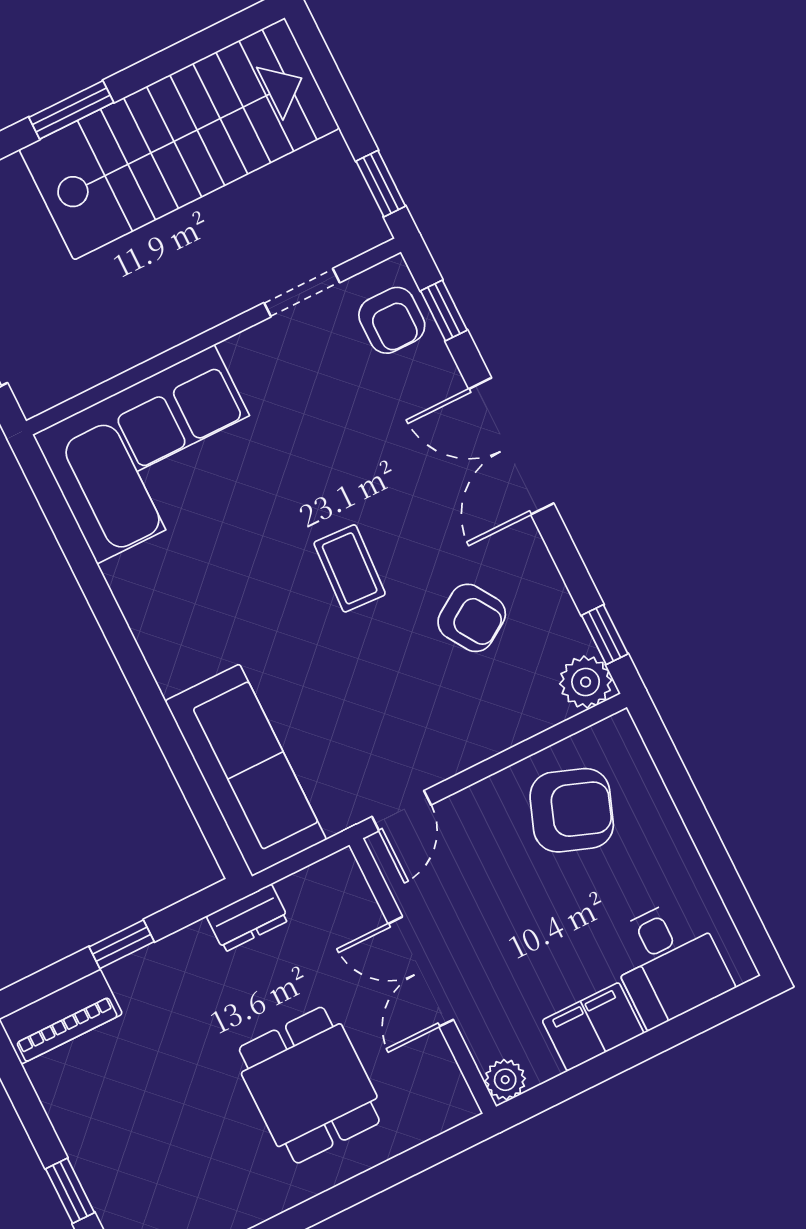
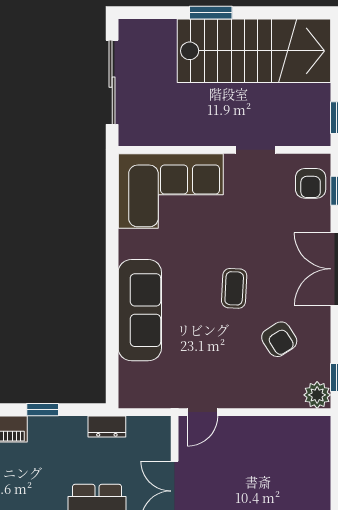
doorway: (302, 293) -> (255, 150), moved
sofa: (246, 770) -> (140, 310), moved
armchair: (572, 810) -> (281, 451), removed

